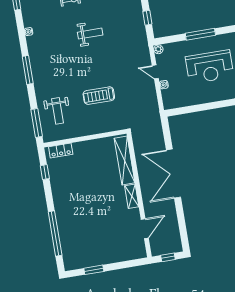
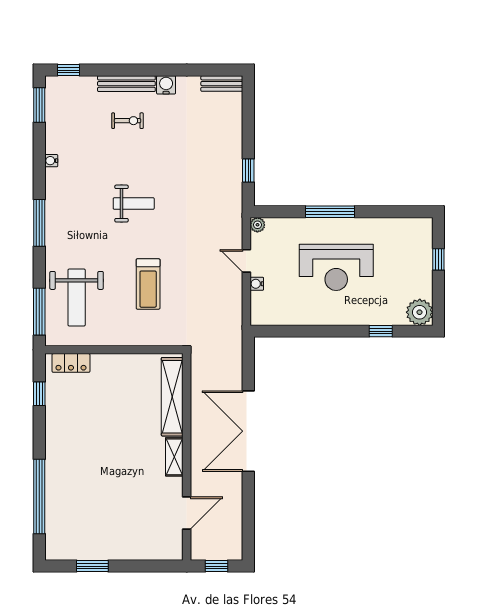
weight bench: (90, 34) -> (134, 204), moved
treadmill: (99, 96) -> (148, 284), turned -90
weight bench: (57, 111) -> (77, 298), width x1.36, depth x1.33

